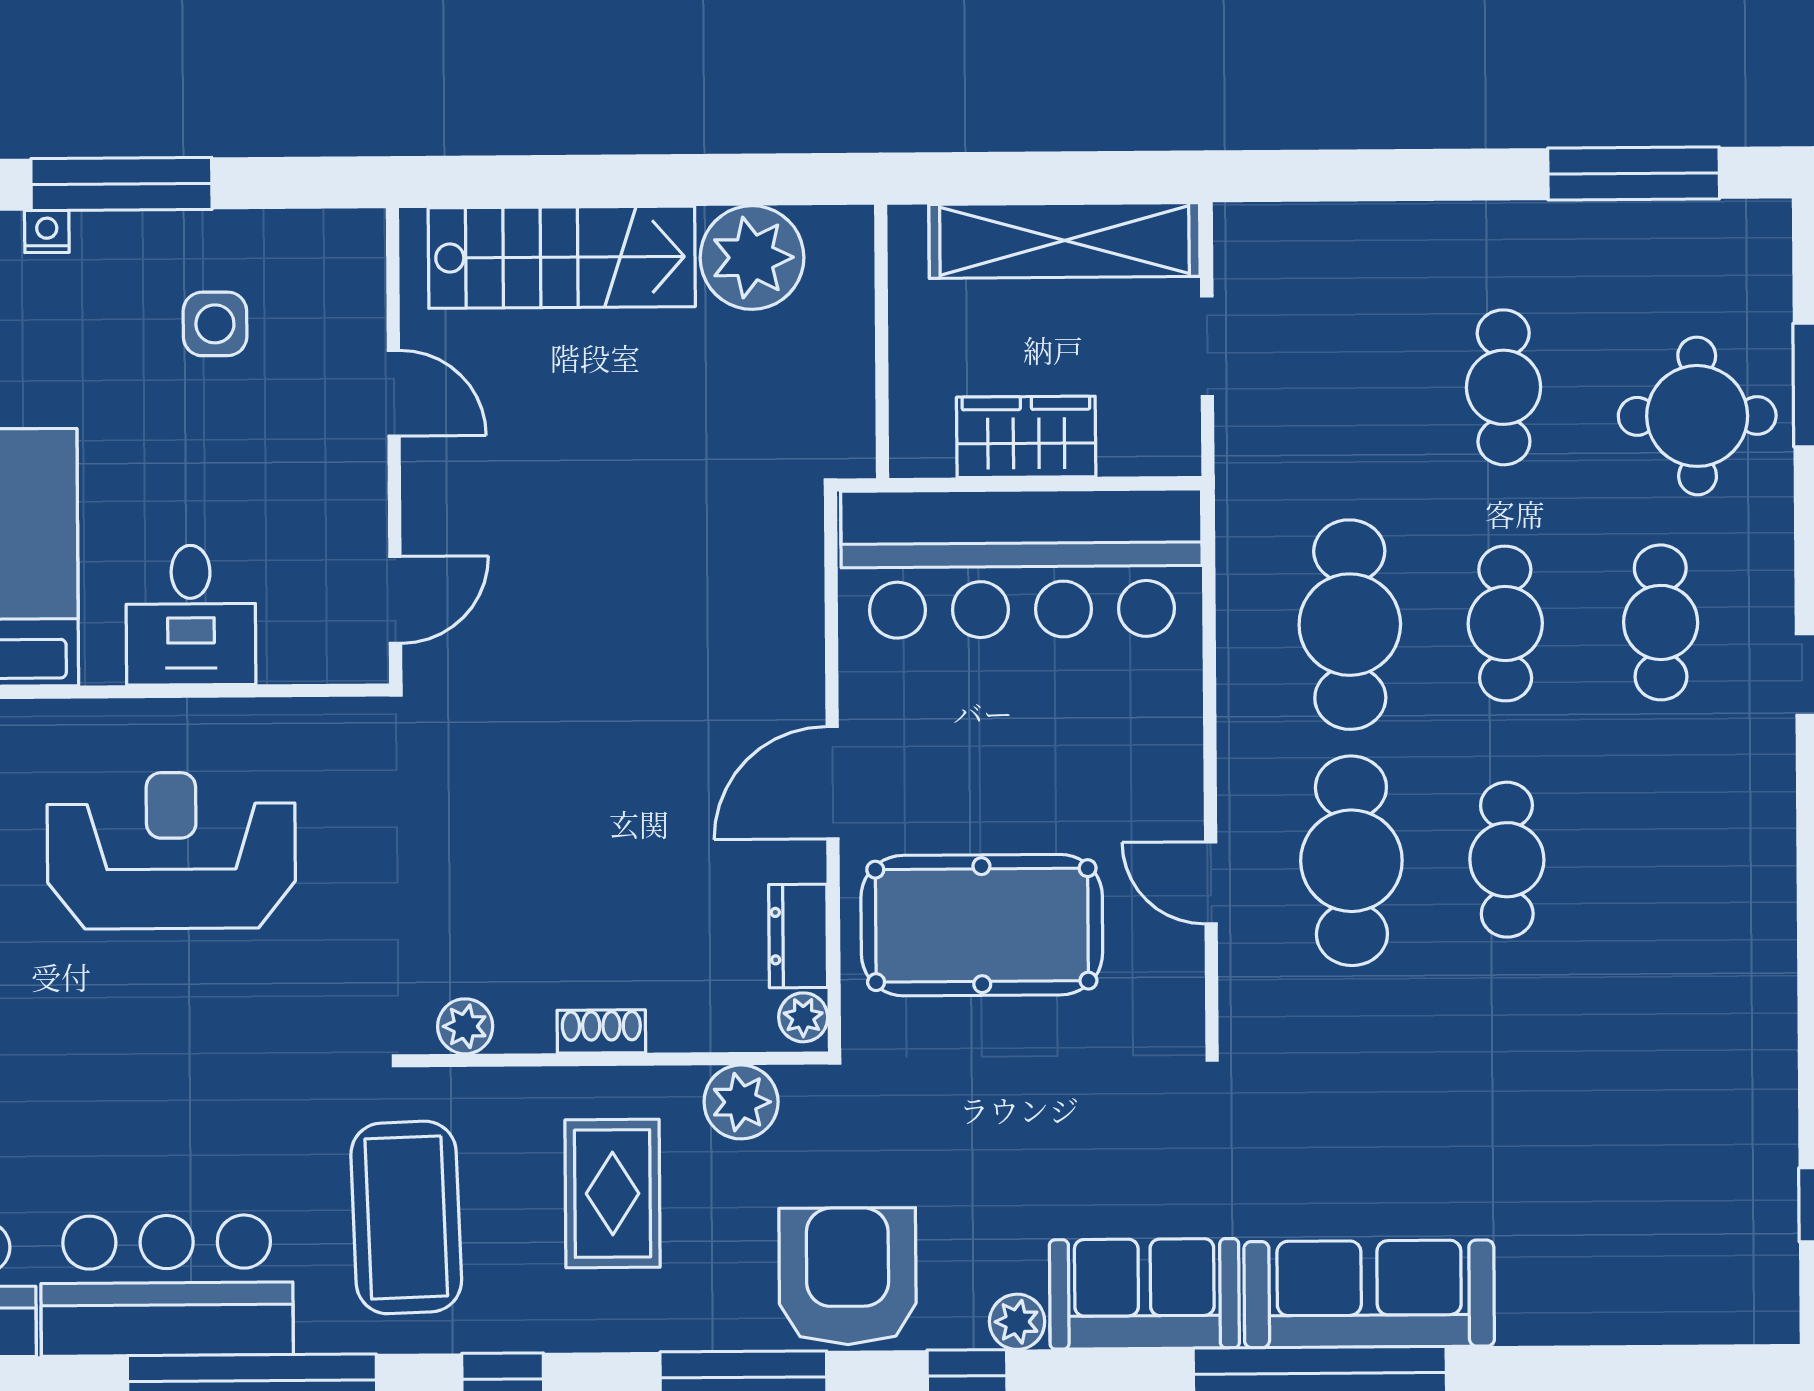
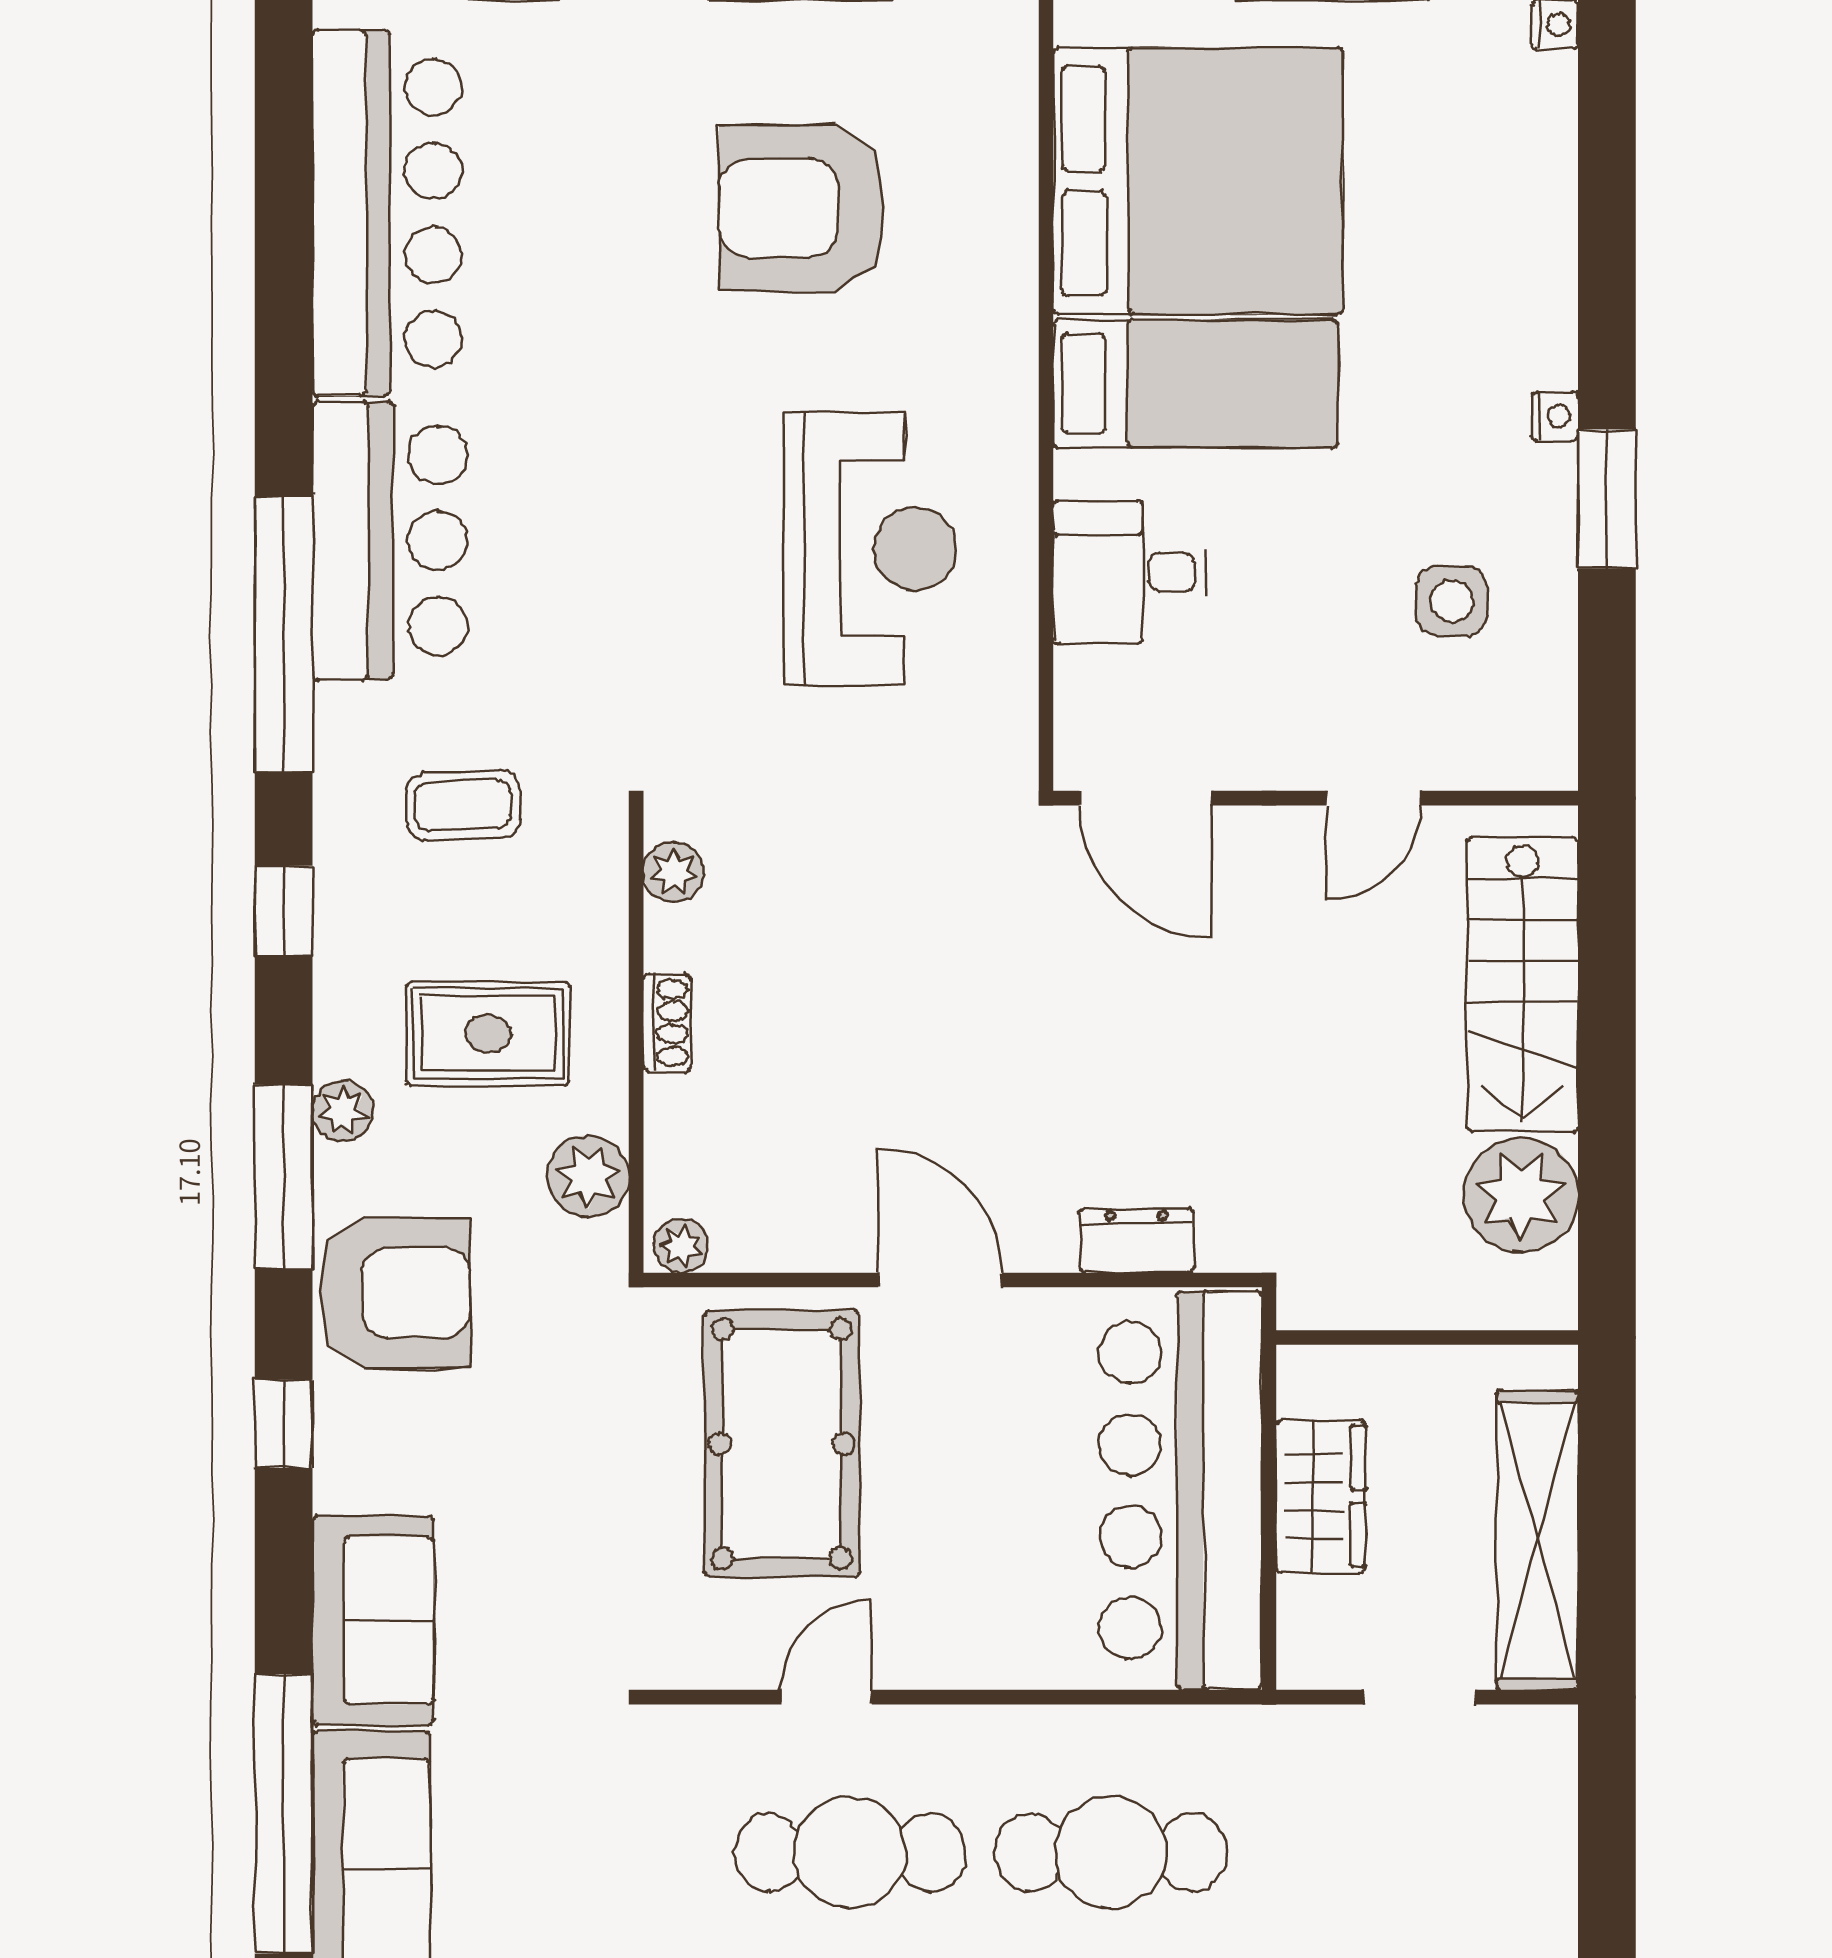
window: (121, 184) -> (1607, 499), width x0.69
door: (395, 600) -> (1145, 798), width x1.38
dresser: (798, 936) -> (1136, 1241), moved
coffee table: (406, 1217) -> (463, 806), width x0.54, depth x0.58
plant: (1017, 1322) -> (343, 1111), moved

